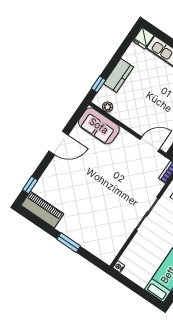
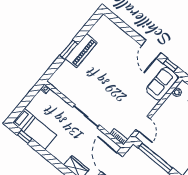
window: (30, 185) -> (170, 65), moved
piano: (42, 210) -> (81, 51), moved

